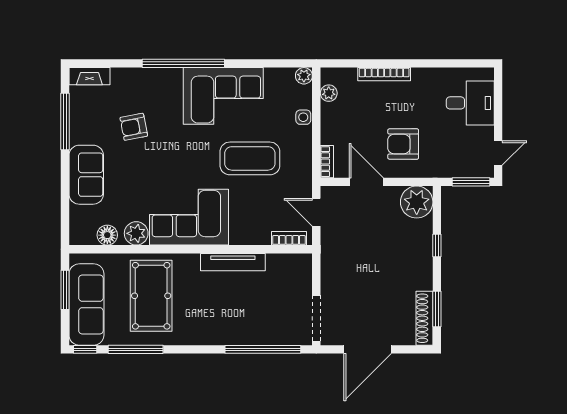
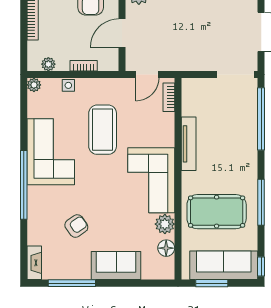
armchair: (134, 127) -> (76, 226), turned -114
bookcase: (327, 162) -> (84, 66), moved
window: (136, 349) -> (261, 202), moved

